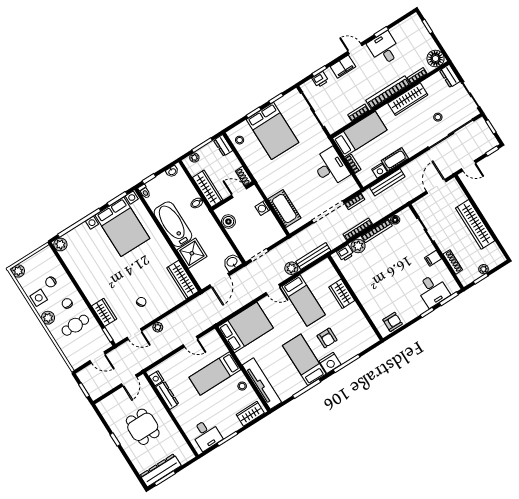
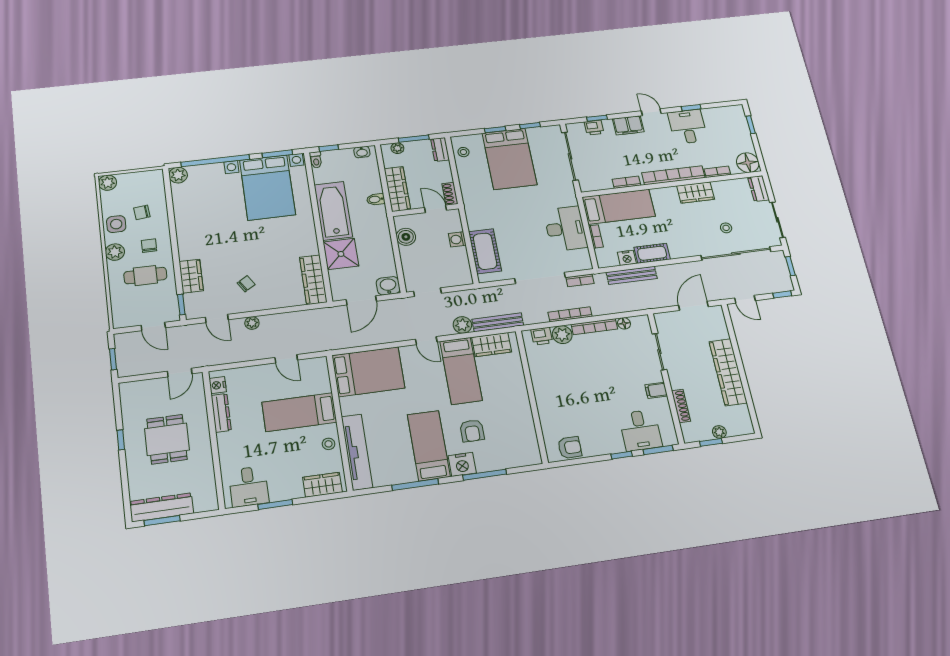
wardrobe: (408, 99) -> (696, 193), width x0.67
wardrobe: (342, 294) -> (492, 345), moved, turned -90

